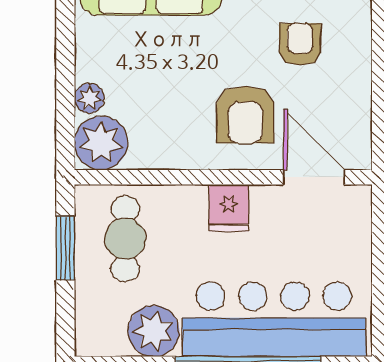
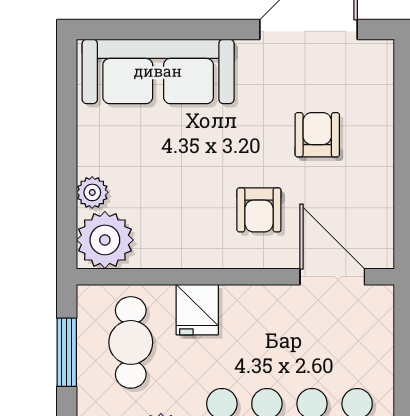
armchair: (245, 115) -> (259, 210), width x0.72, depth x0.72
fridge: (229, 208) -> (197, 310), moved

